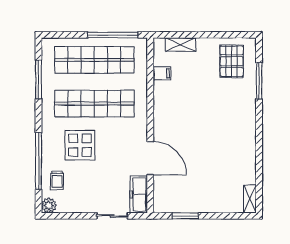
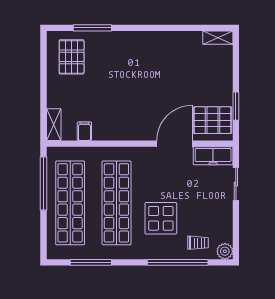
shelving: (181, 45) -> (54, 125), moved
pallet: (232, 61) -> (72, 57), turned 90
pallet: (172, 194) -> (213, 120), added

